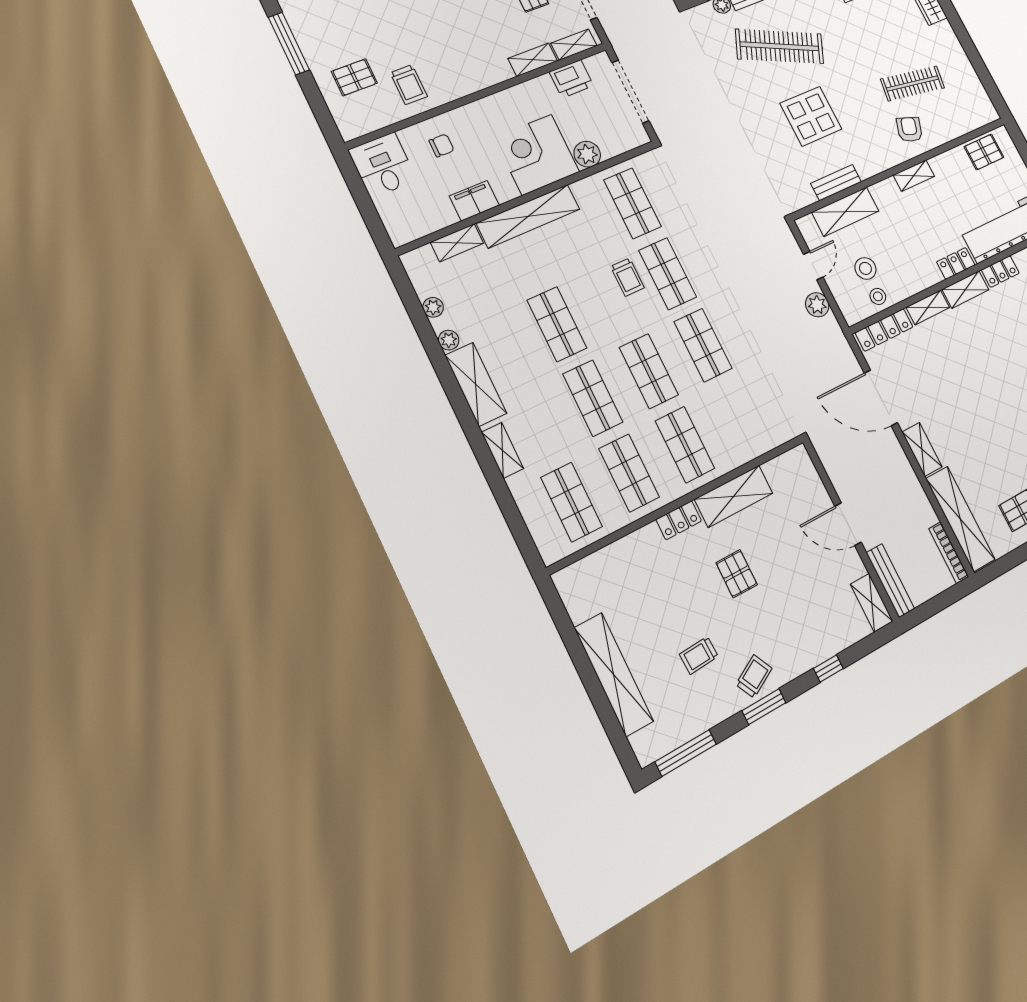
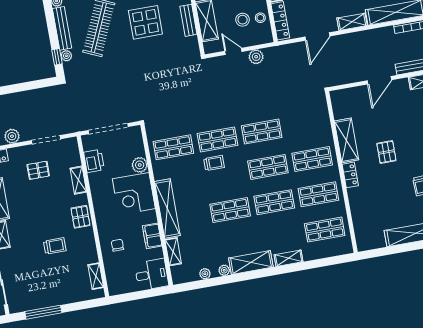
shelving: (574, 45) -> (96, 276), moved
pallet: (354, 77) -> (80, 217), moved
trolley: (409, 85) -> (55, 246), moved
desk: (383, 165) -> (152, 274), moved, turned 180
door: (881, 398) -> (317, 36), width x0.73
pallet: (737, 574) -> (386, 152), turned 90

